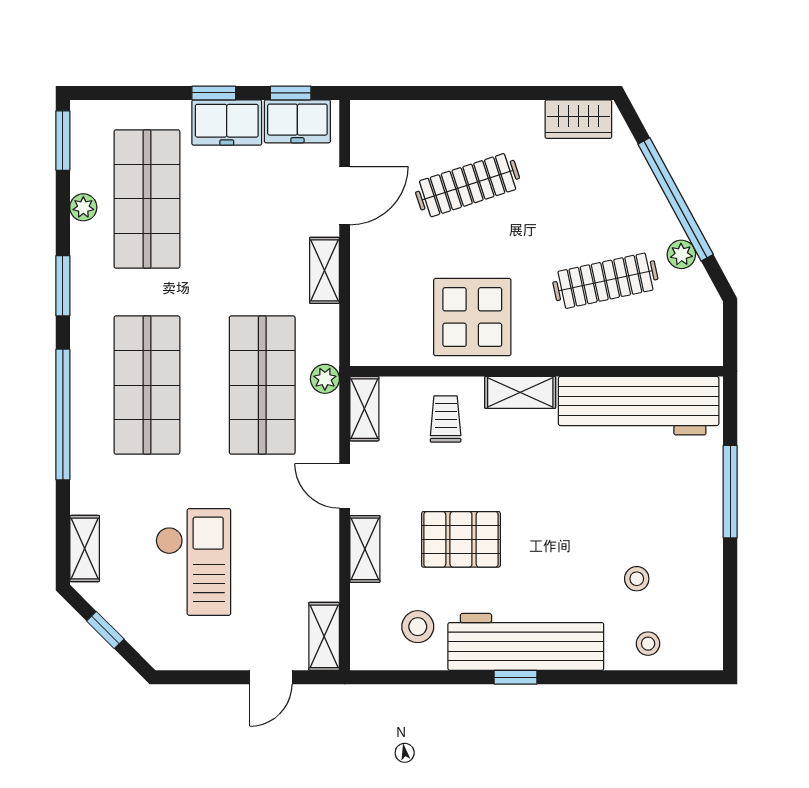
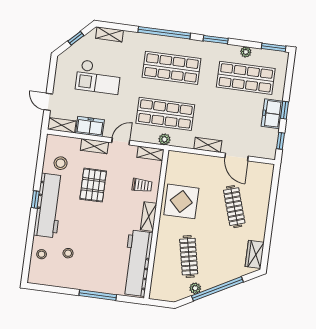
freezer: (297, 121) -> (90, 127), moved, turned 90

